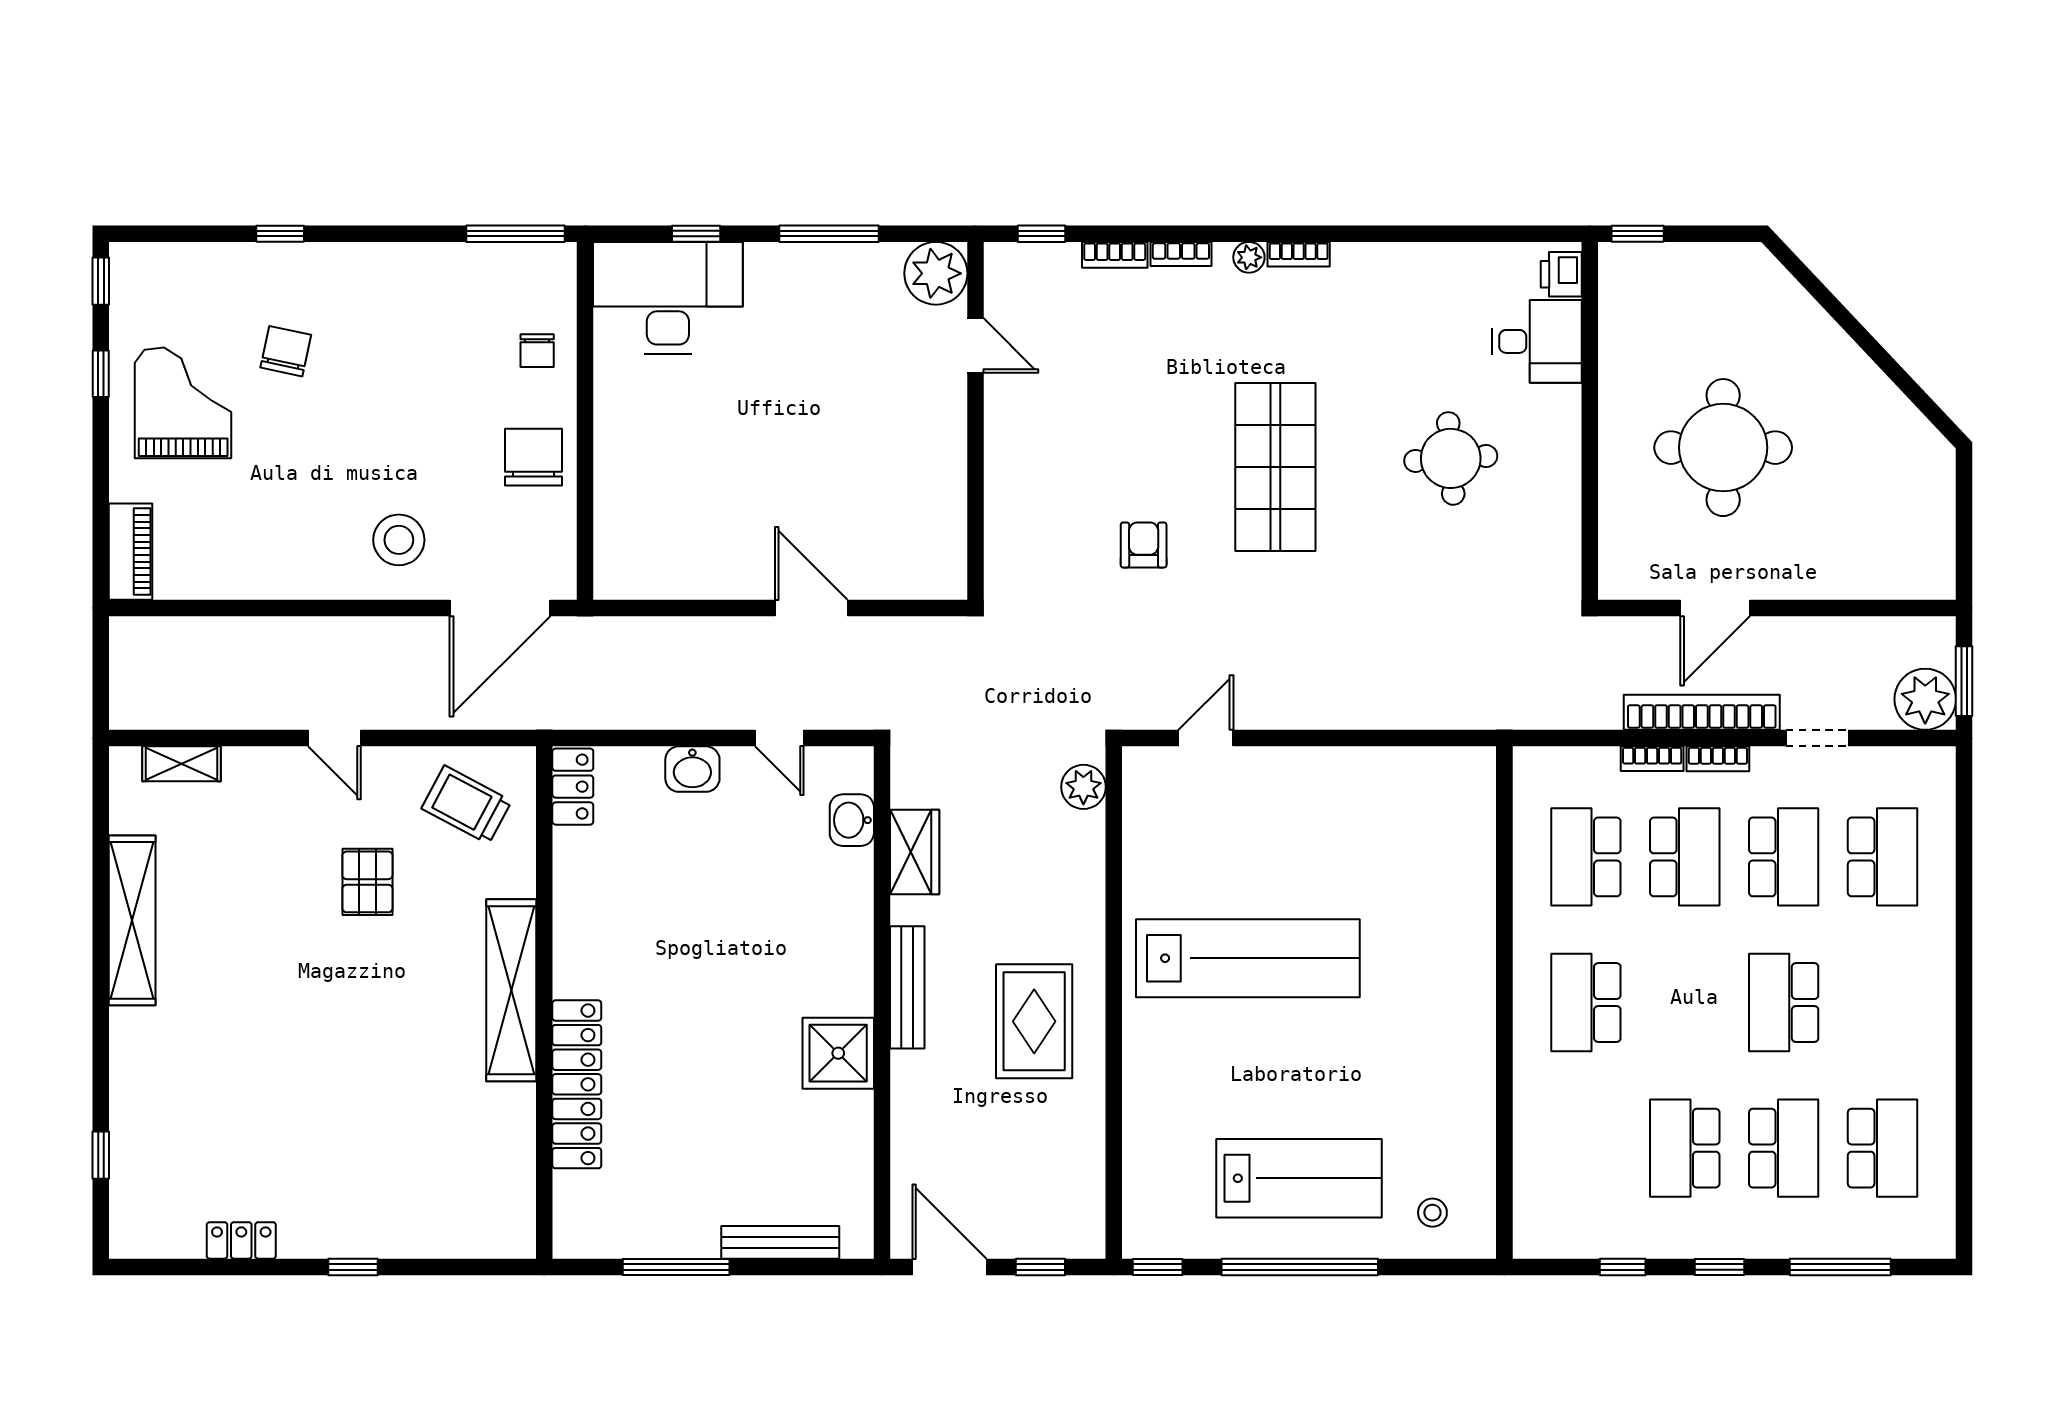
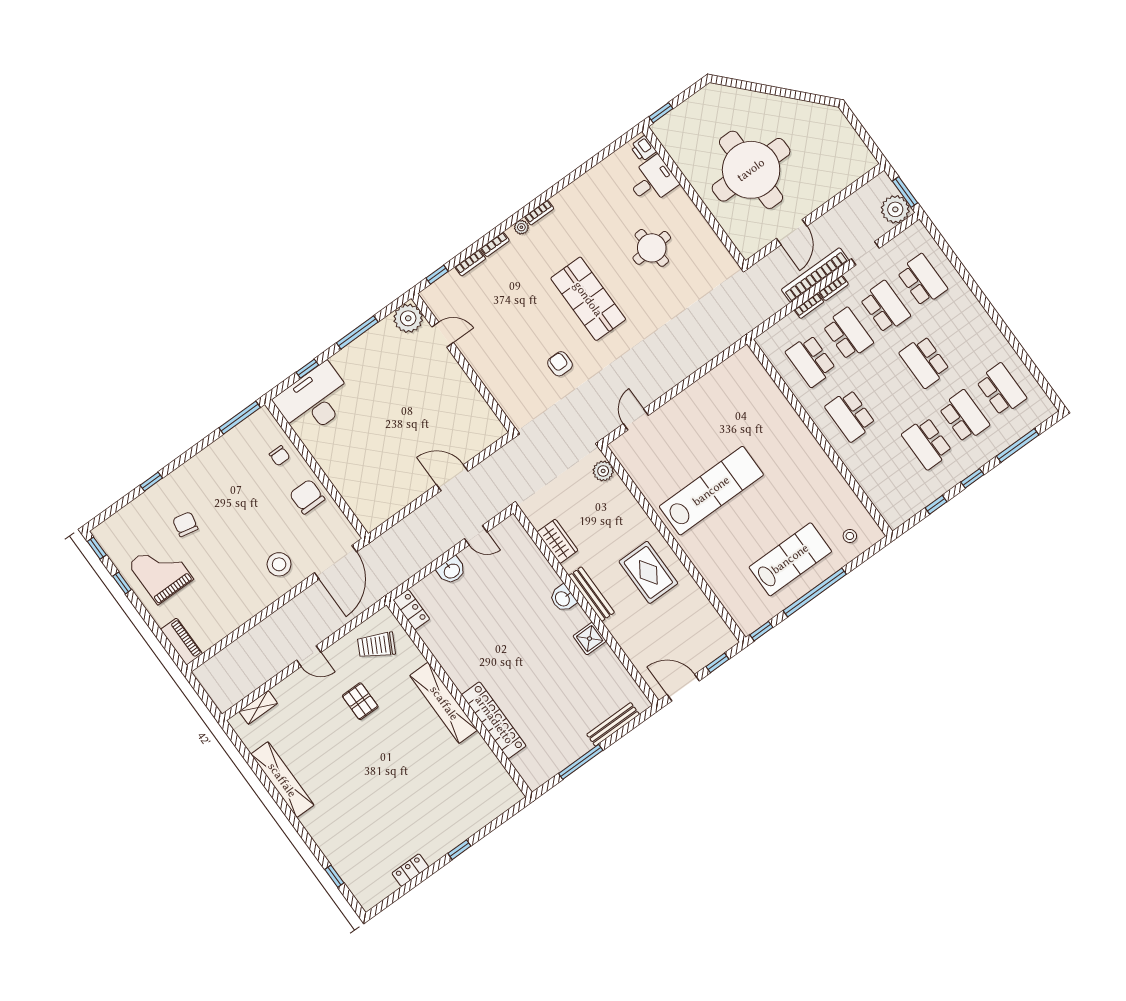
round table: (1723, 448) -> (751, 170), width x1.36, depth x1.36
washbasin: (852, 820) -> (563, 598), moved
shower: (838, 1053) -> (590, 639), width x0.73, depth x0.73

